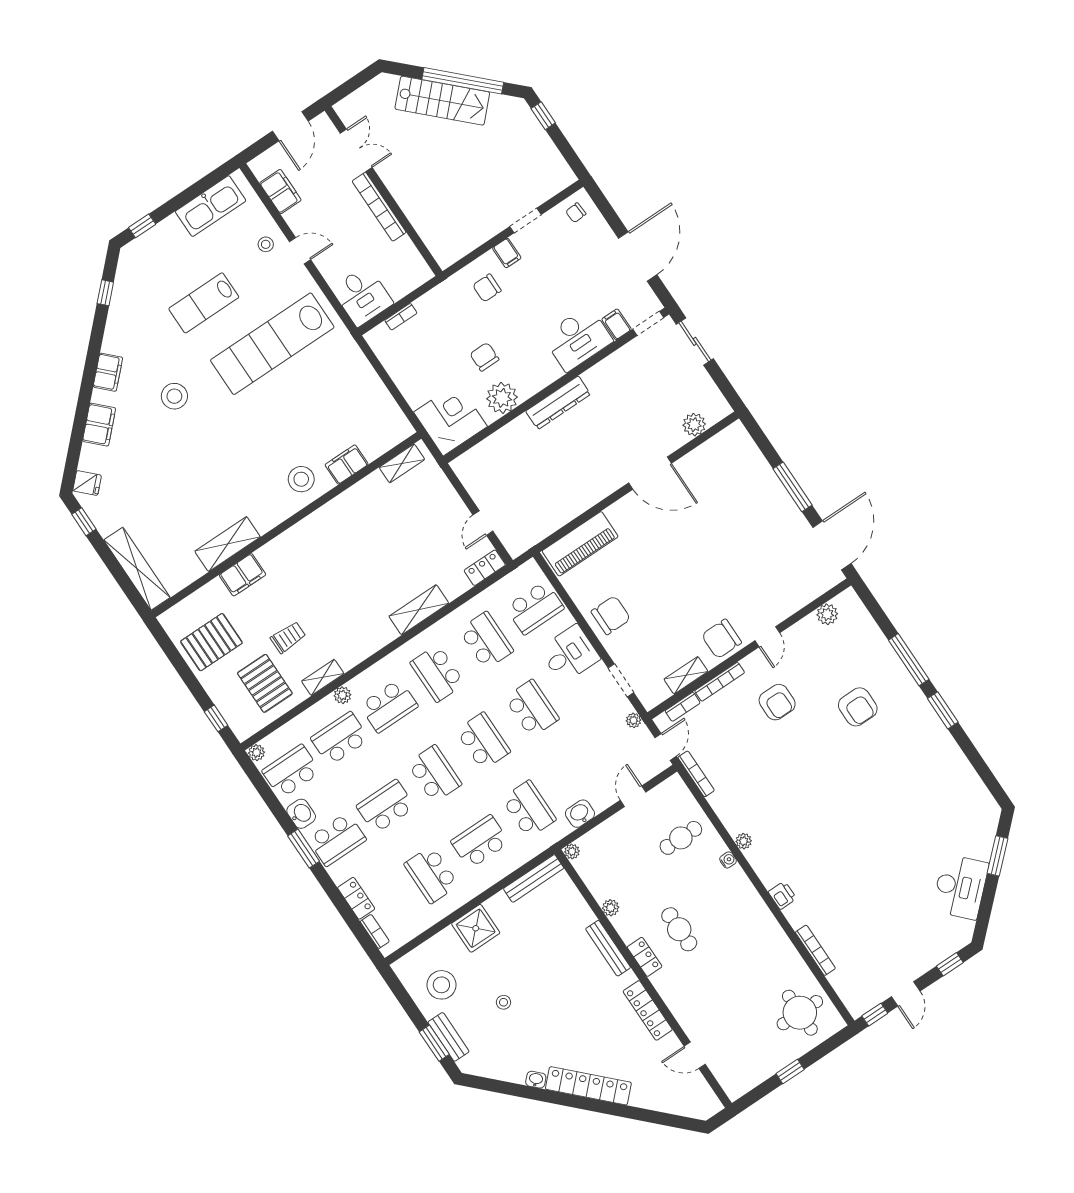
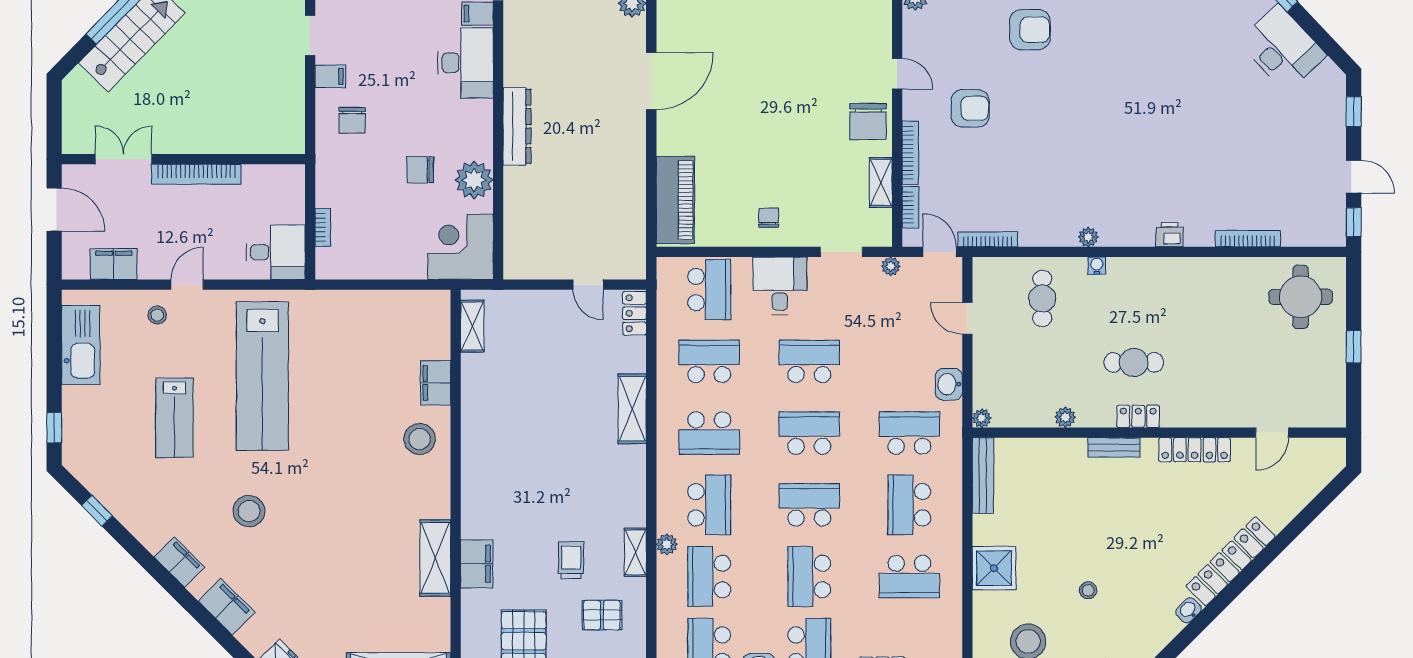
chair: (611, 615) -> (769, 218), width x0.54, depth x0.54
pallet: (265, 683) -> (602, 615), width x0.67, depth x0.71
bench: (608, 948) -> (1114, 447), width x0.73

